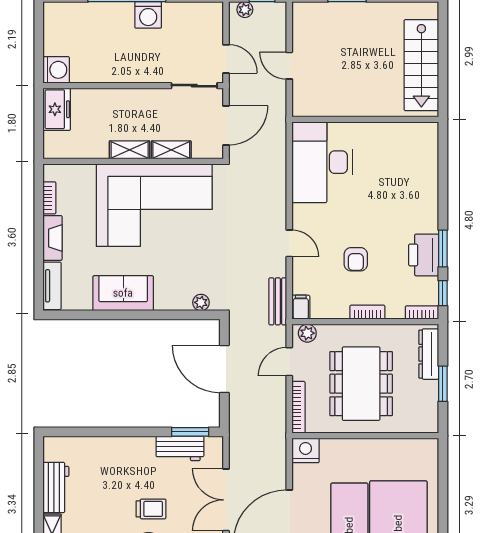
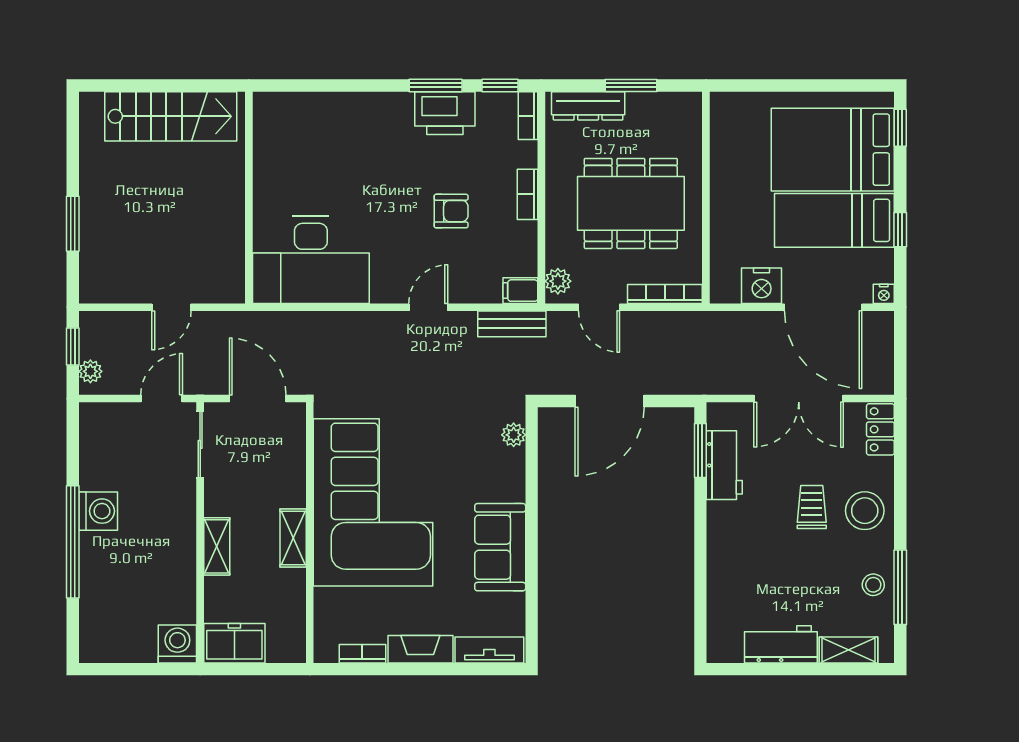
shelving: (171, 150) -> (217, 546), moved
nightstand: (306, 450) -> (762, 286), moved, turned -90

